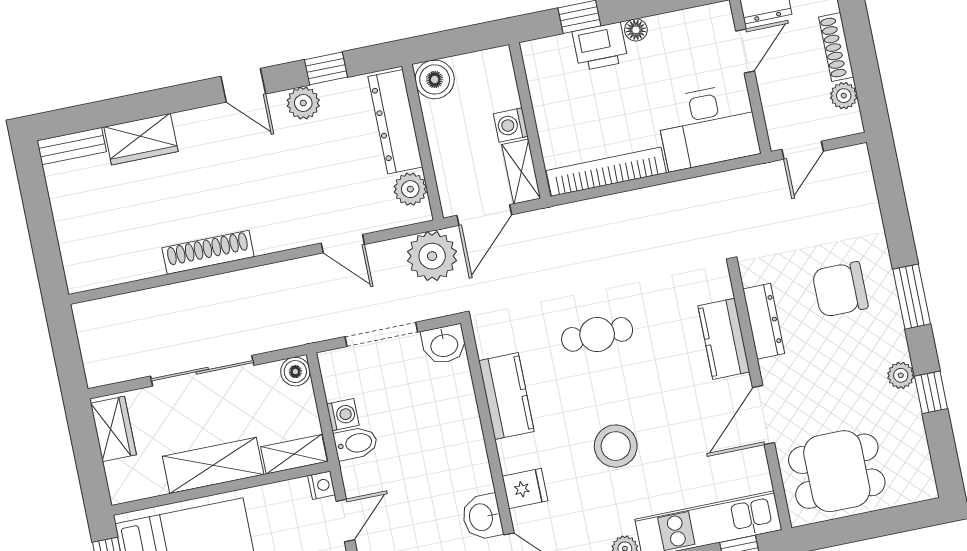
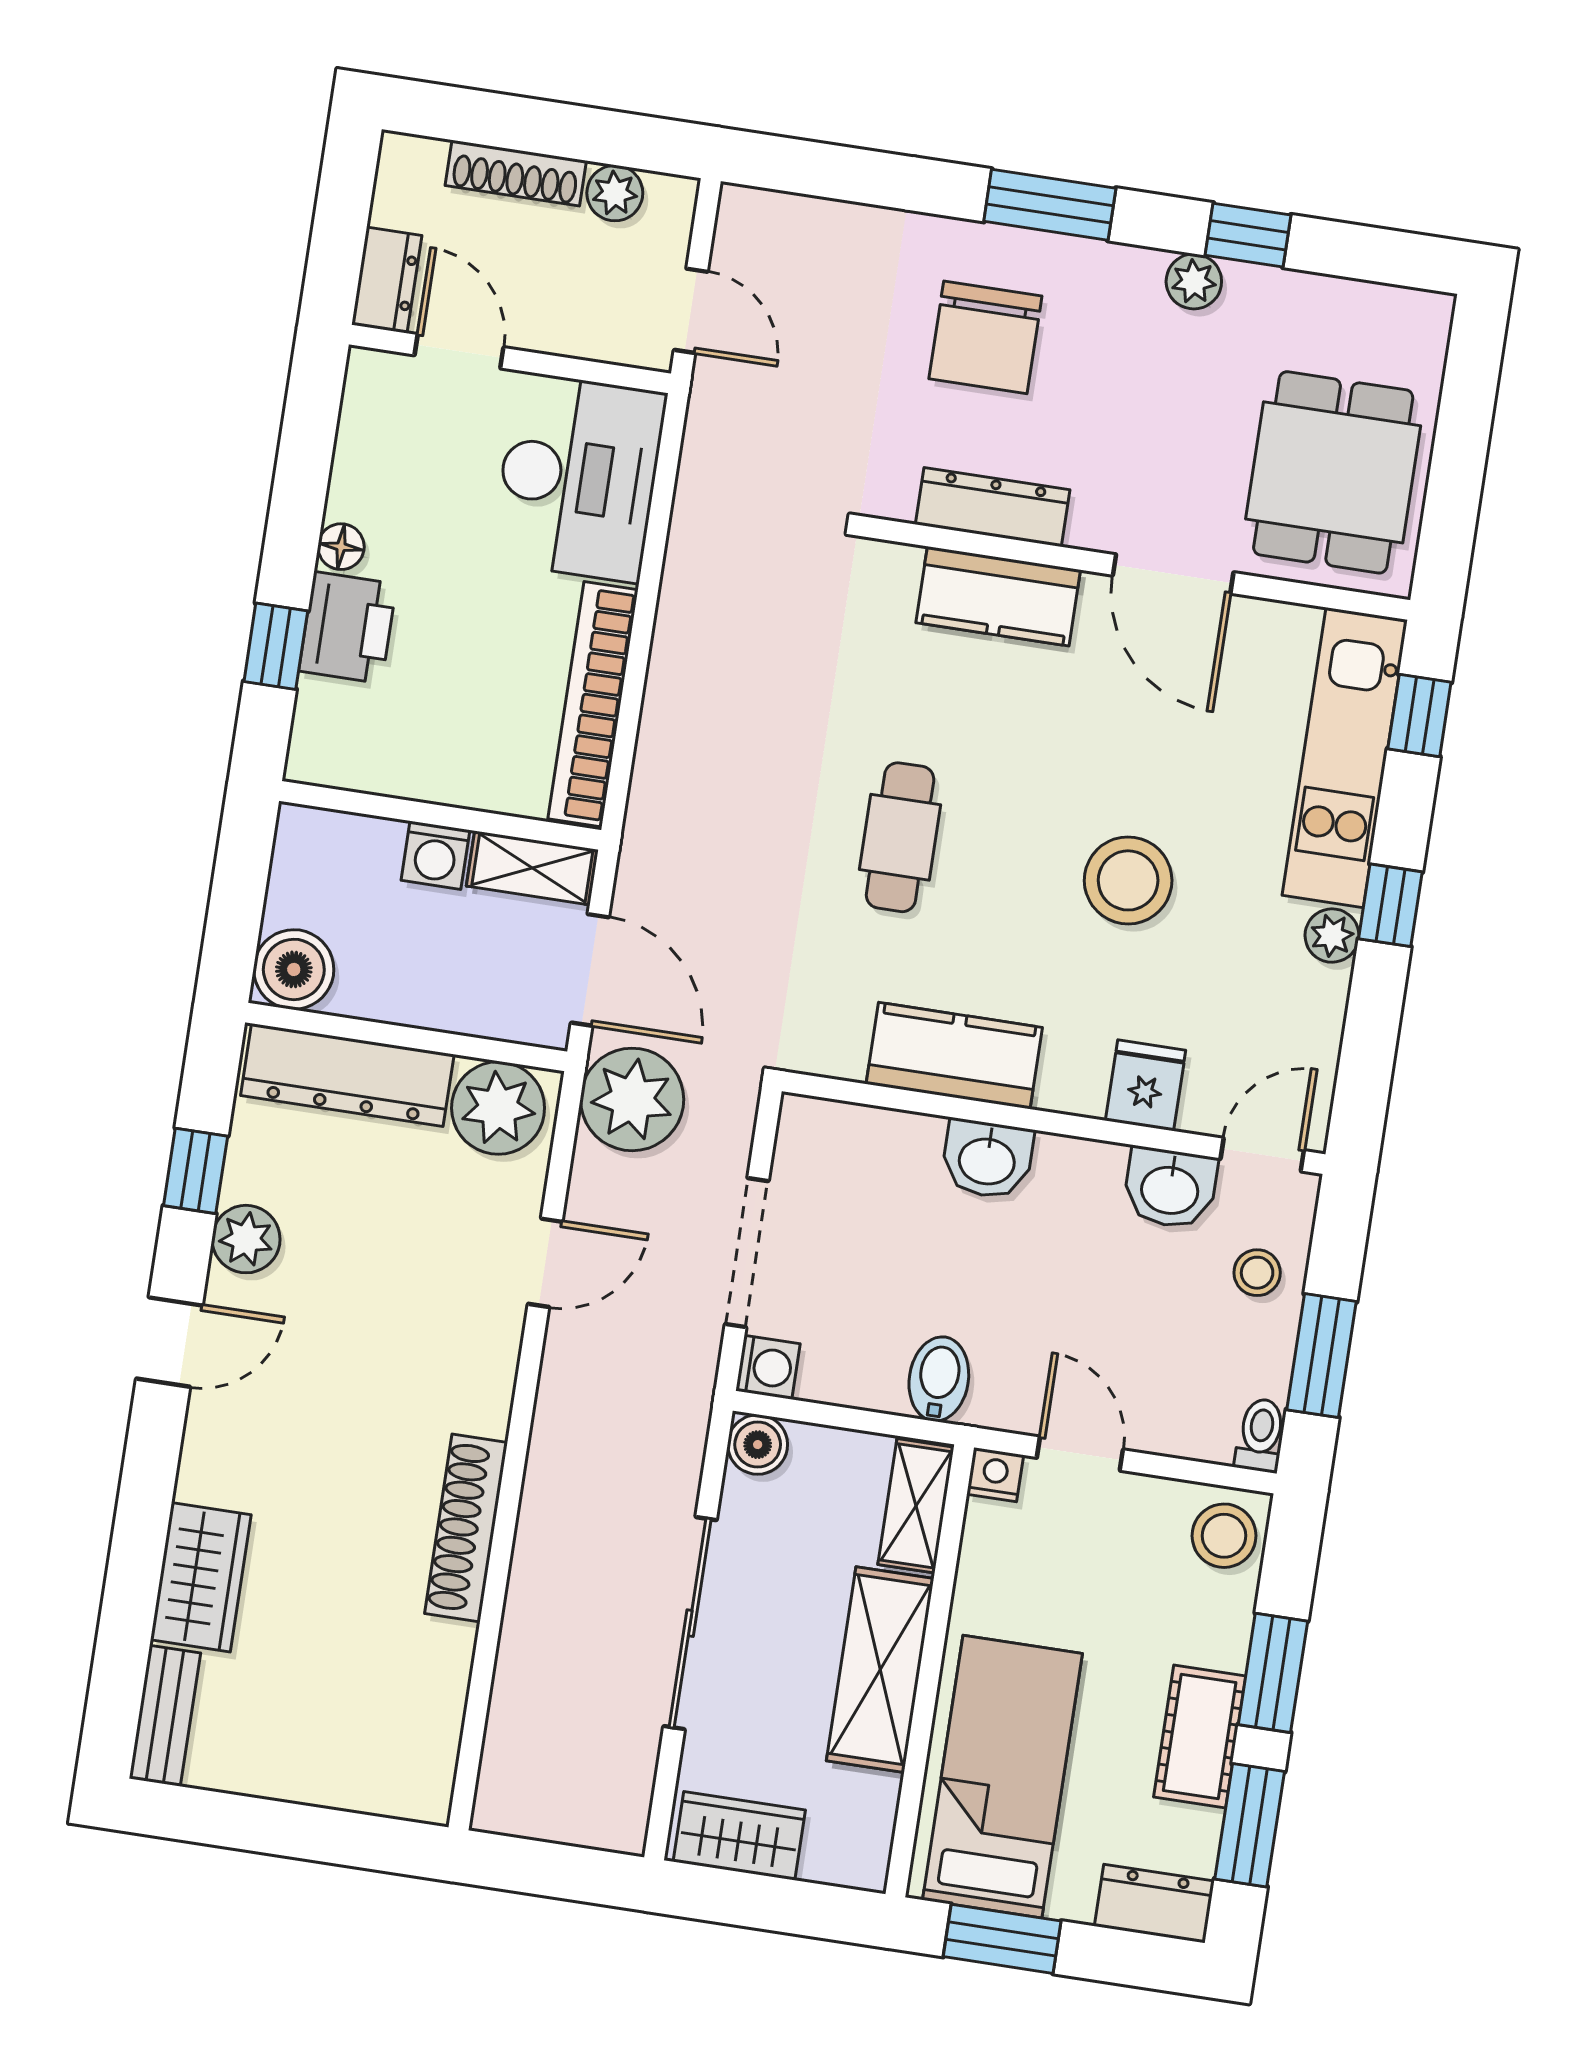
plant: (410, 189) -> (498, 1108), width x1.36, depth x1.36
washbasin: (444, 344) -> (987, 1159), moved, turned 90
washing machine: (343, 415) -> (768, 1367), moved, turned 90

